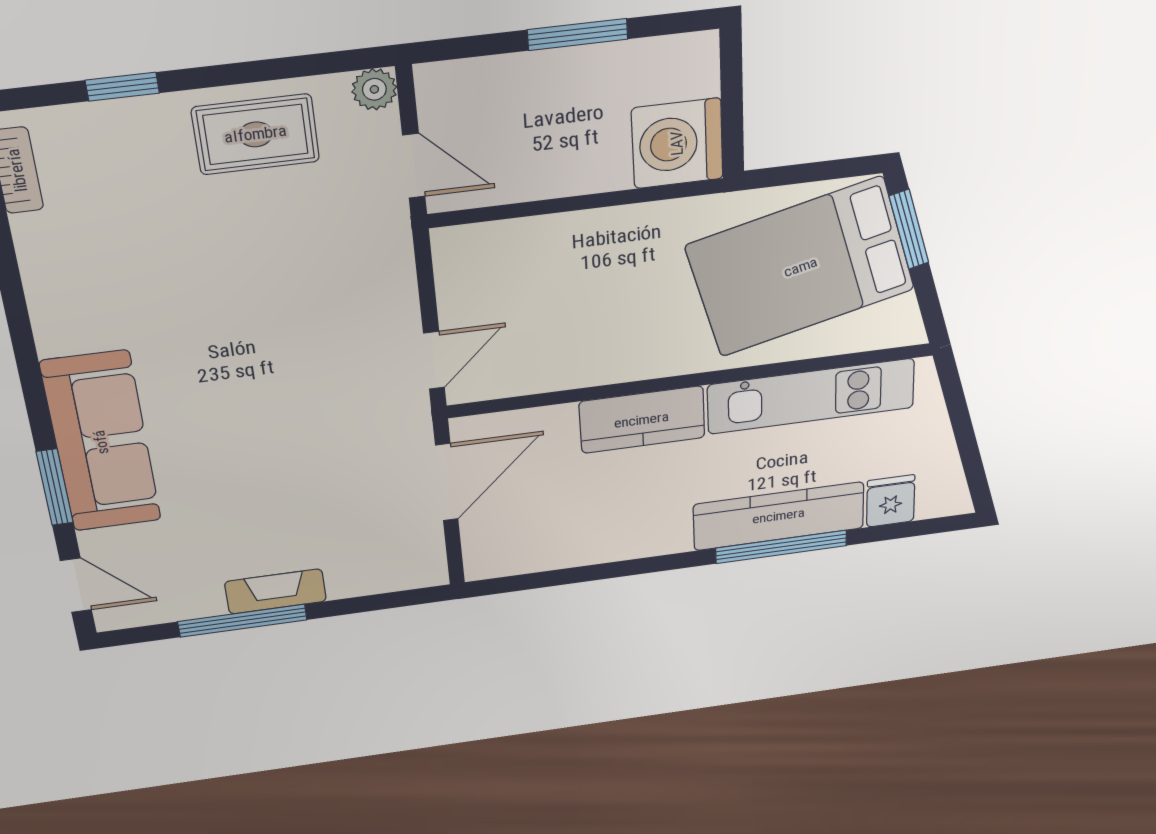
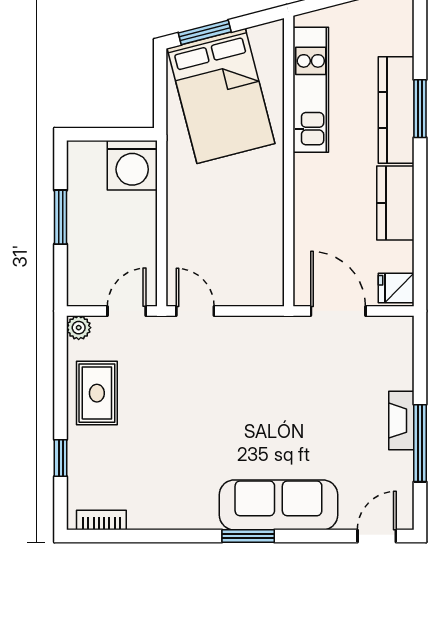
door: (434, 360) -> (195, 311), moved
kitchen counter: (642, 420) -> (395, 203), moved, turned 180
window: (55, 487) -> (248, 536), moved
fridge: (891, 501) -> (396, 288), moved
window: (781, 547) -> (420, 109), width x0.69

